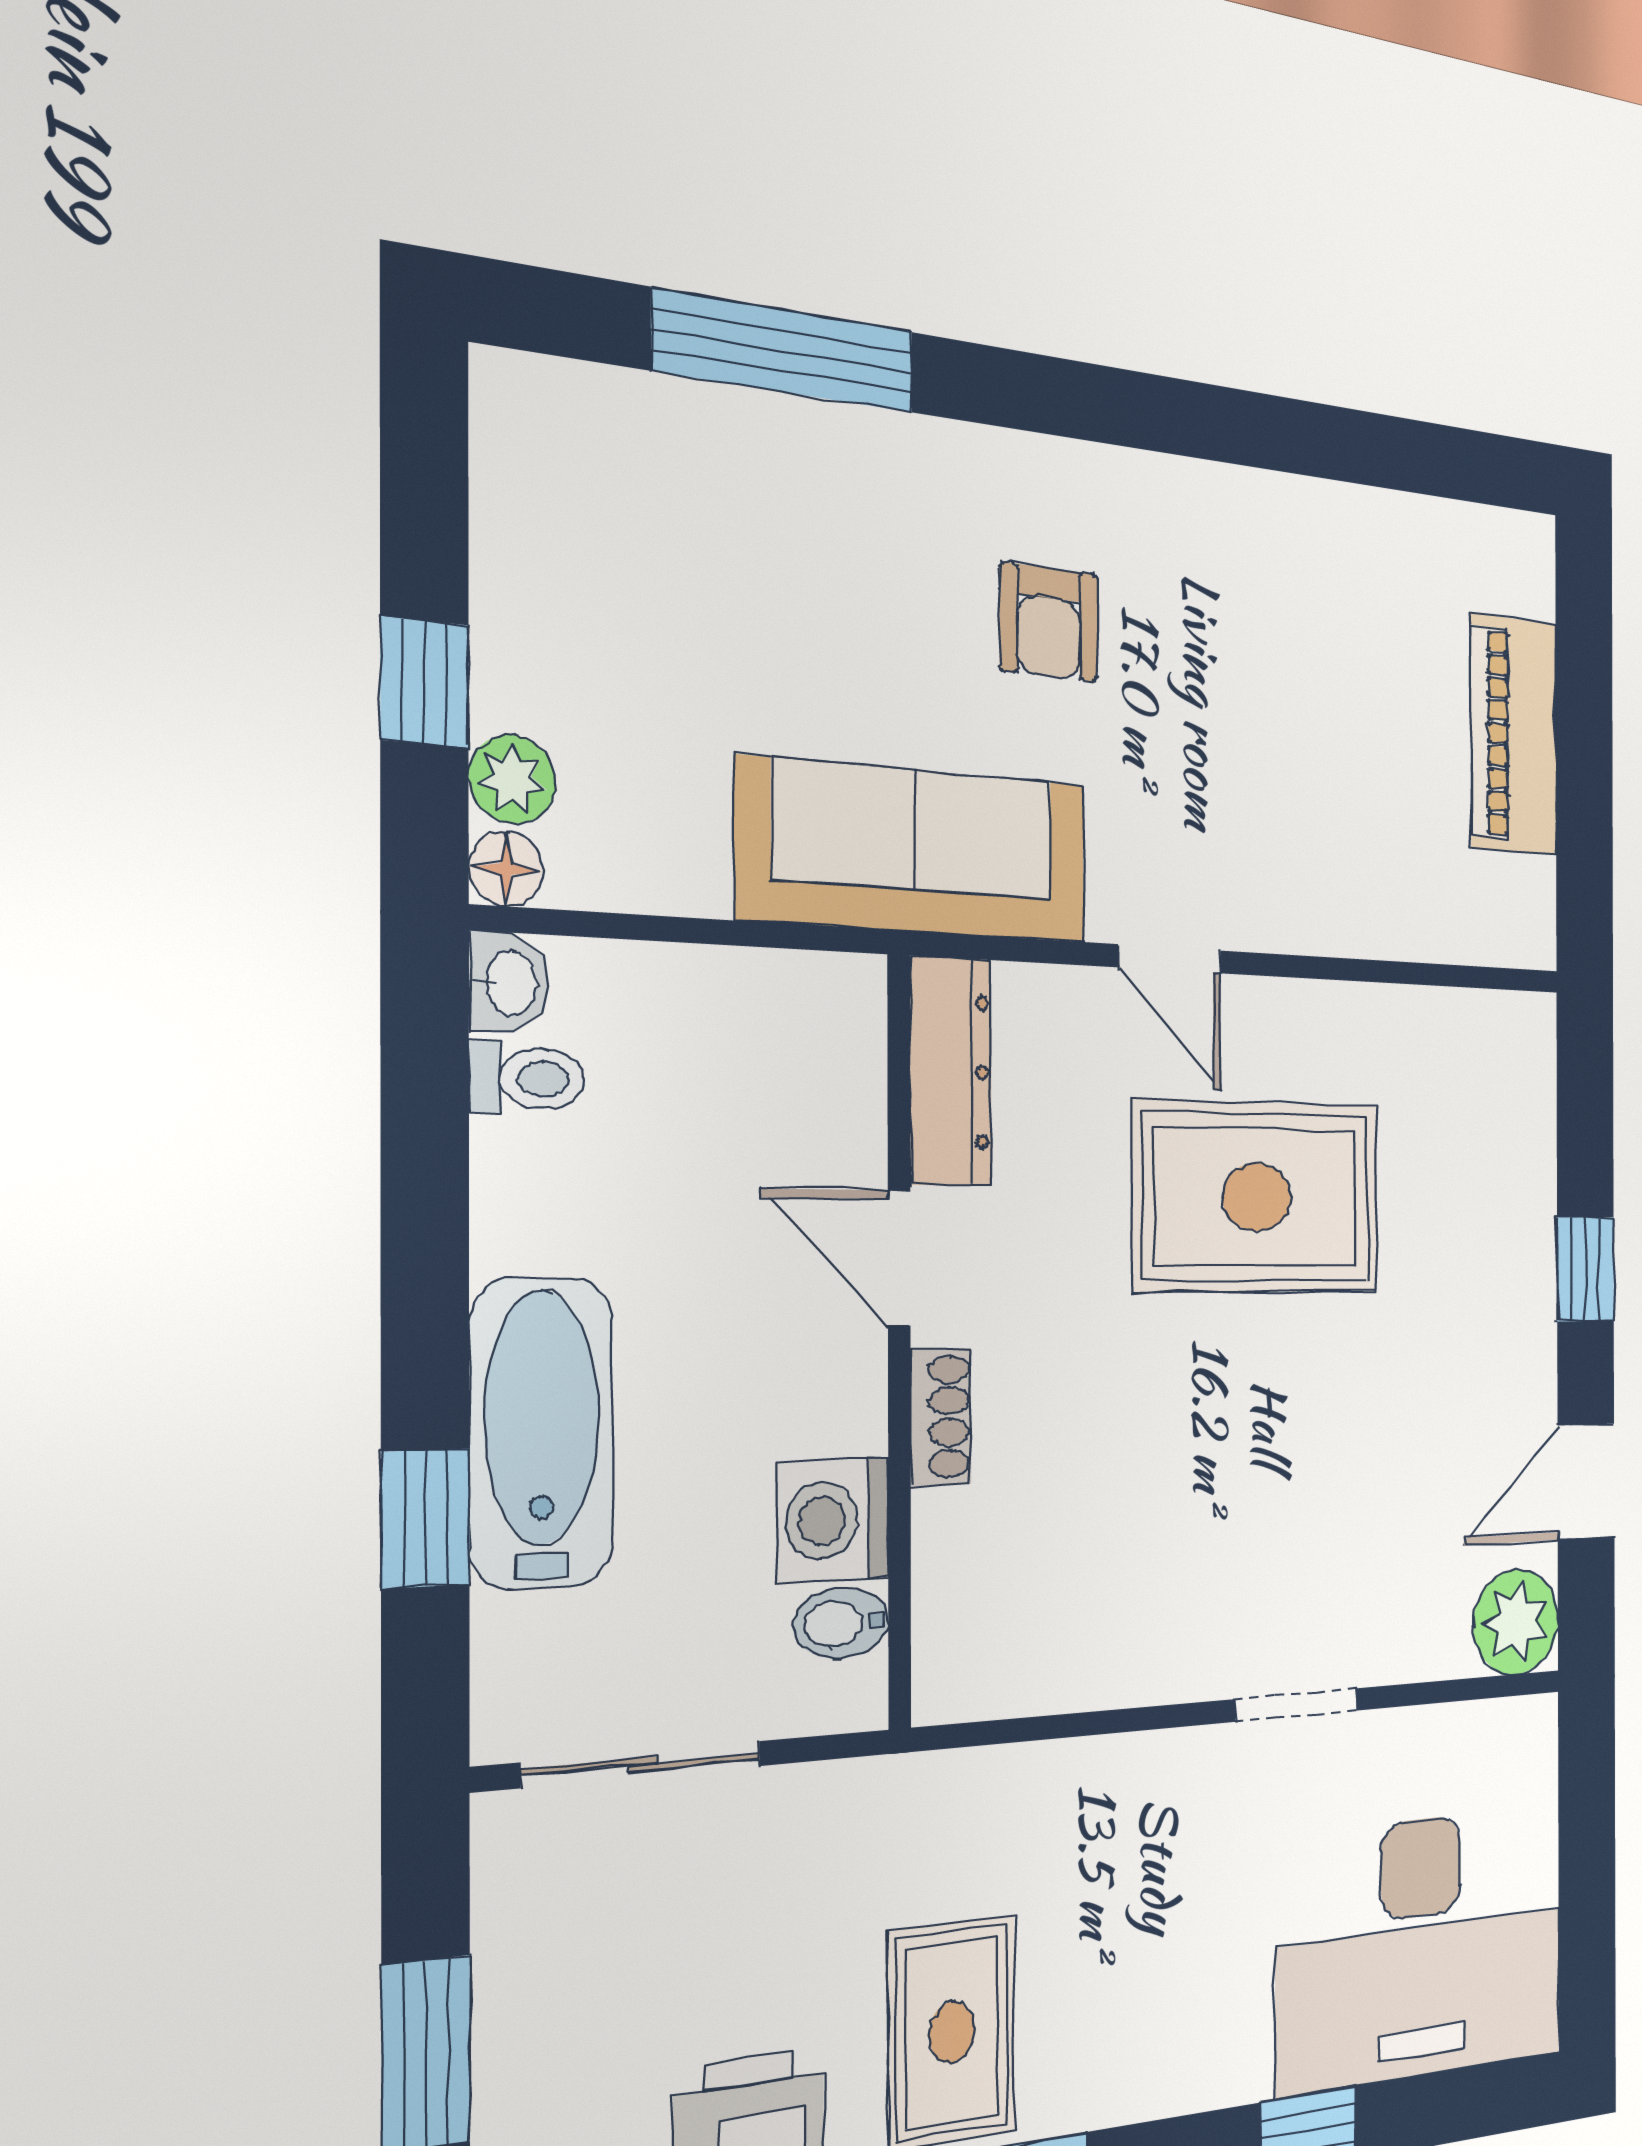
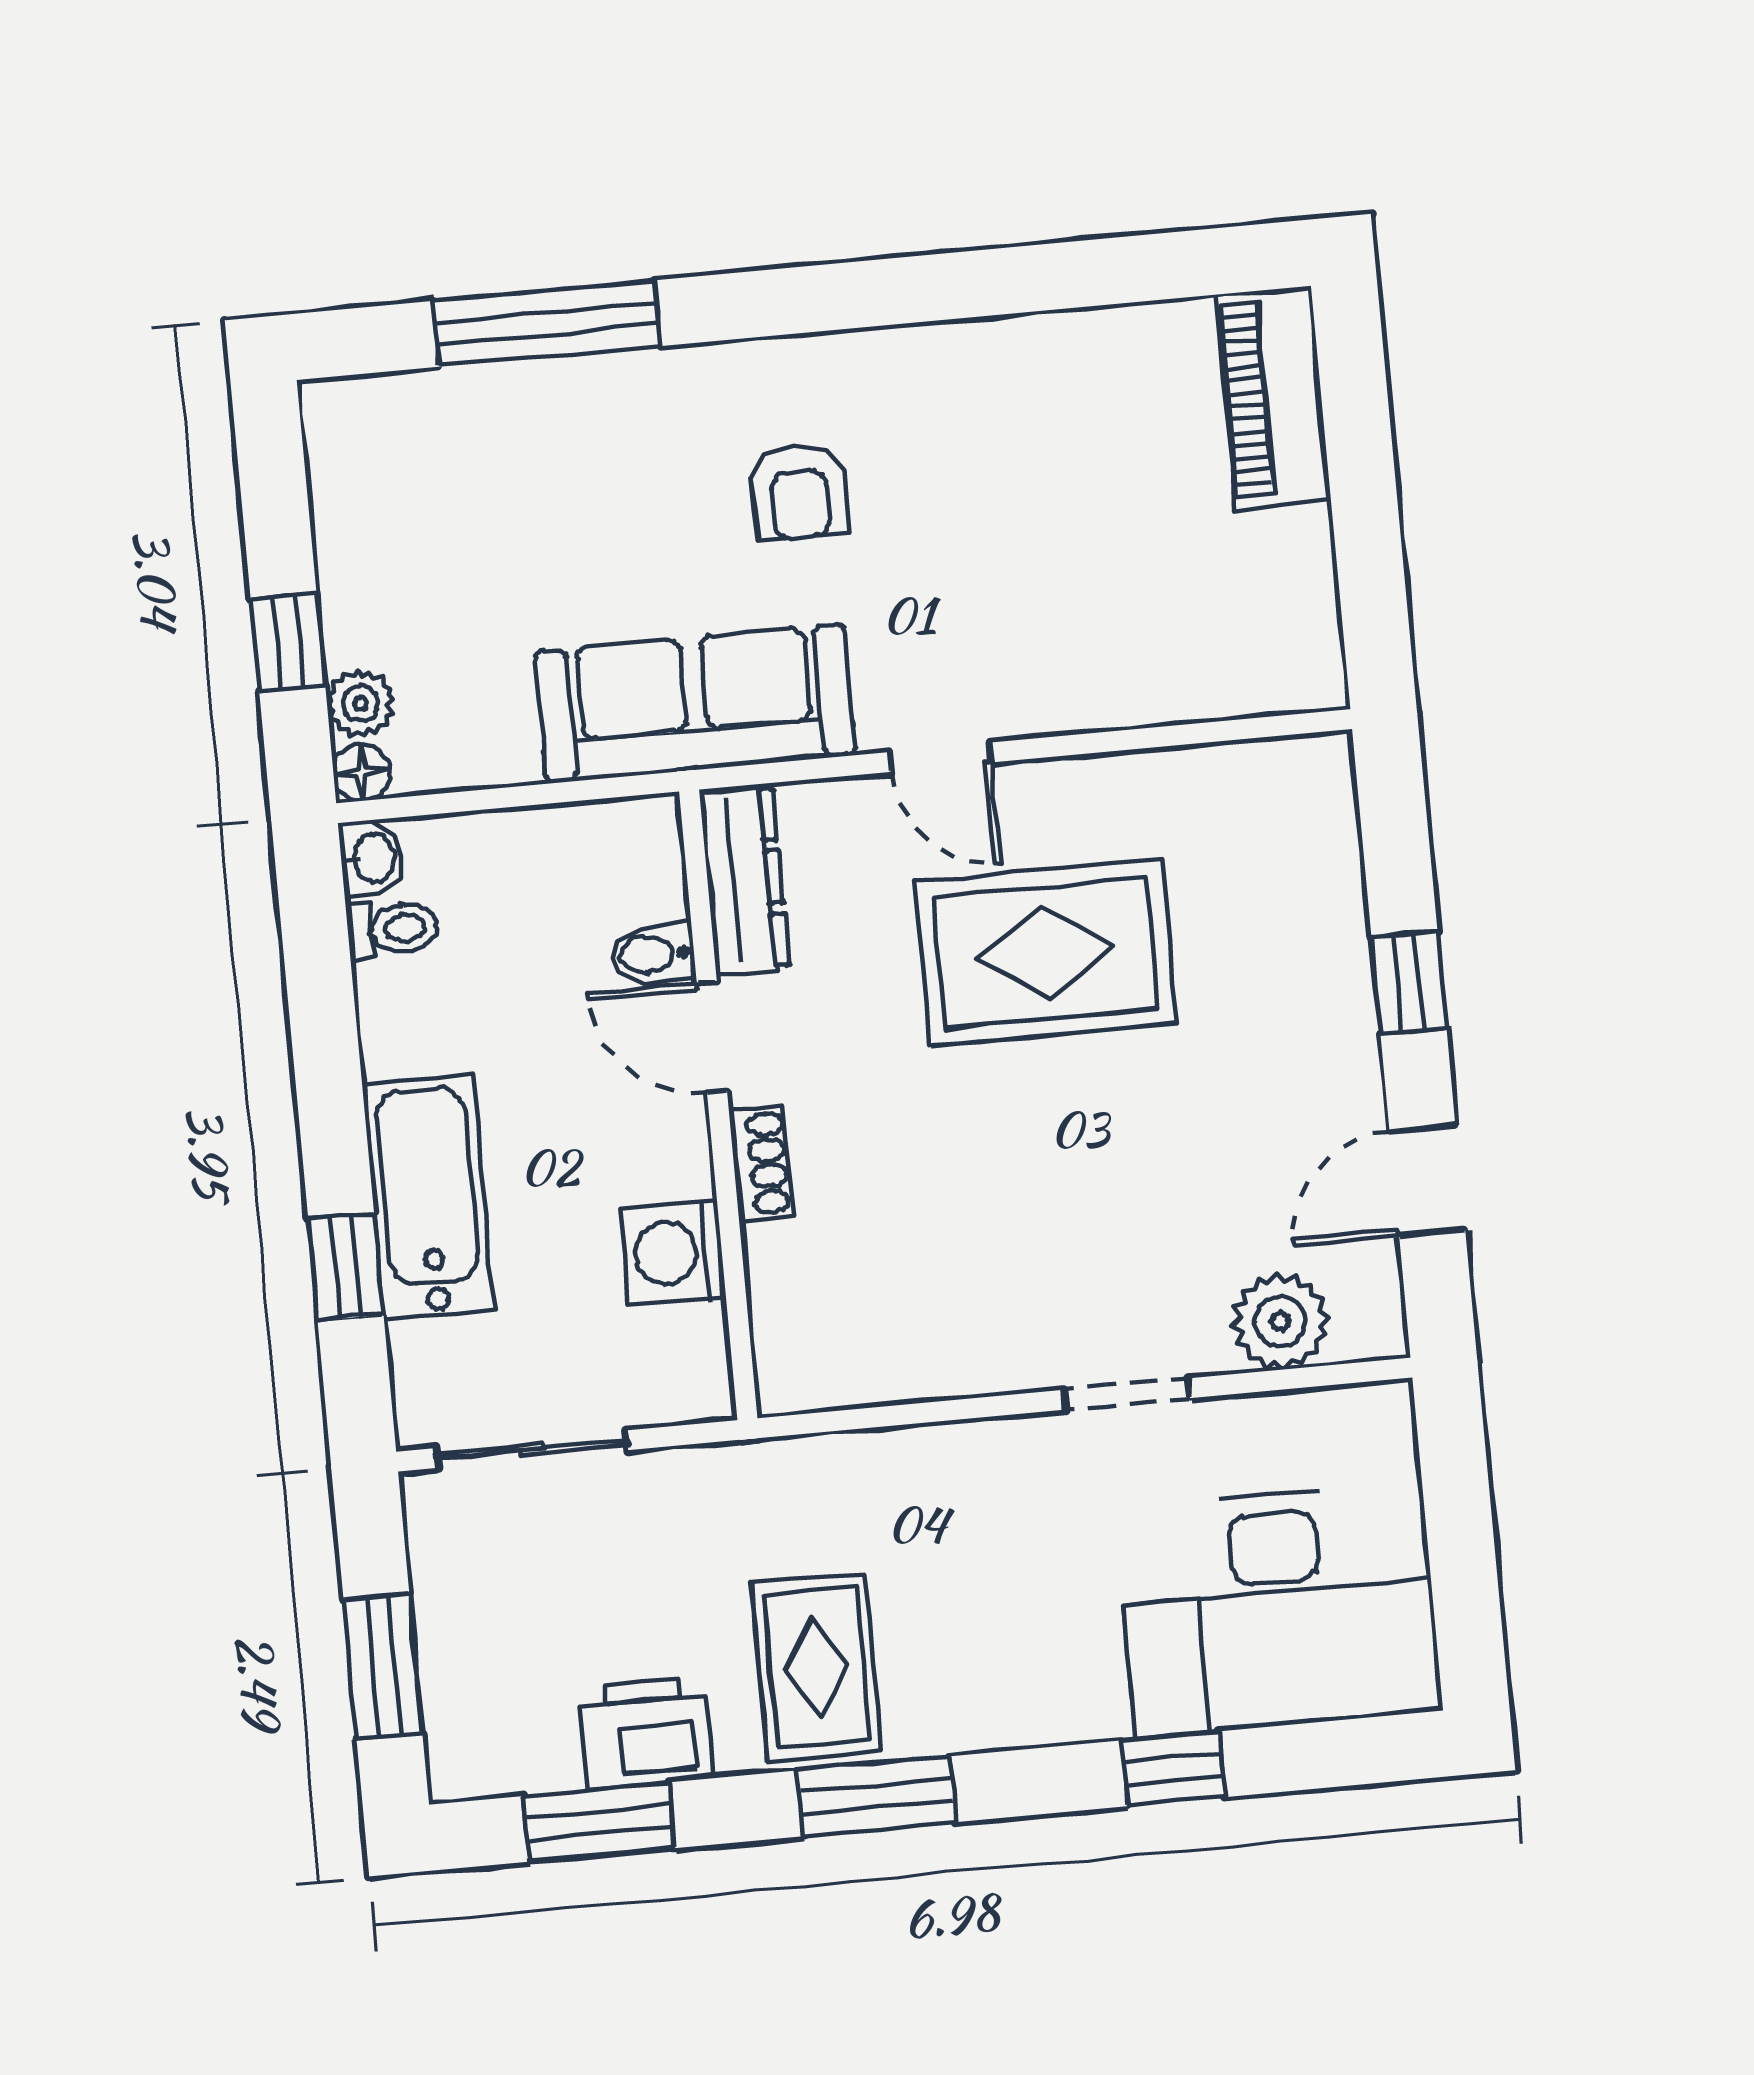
piano: (1514, 735) -> (1273, 397), moved
plant: (1516, 1622) -> (1280, 1321), moved
bidet: (841, 1623) -> (653, 954), moved

